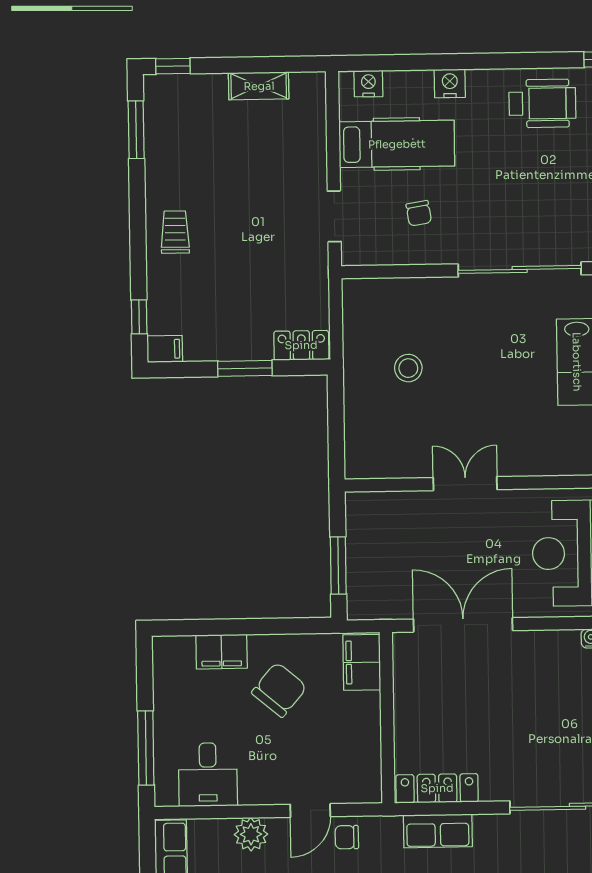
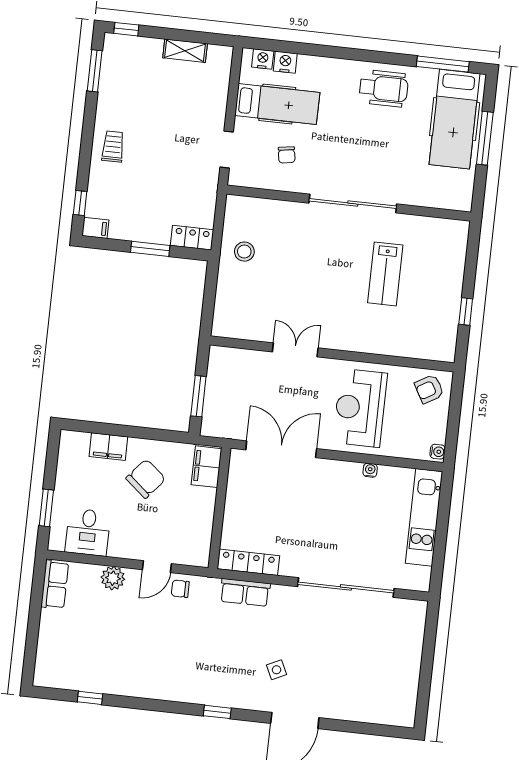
nightstand: (450, 83) -> (285, 62), moved
stool: (408, 368) -> (244, 252), moved
window: (146, 748) -> (46, 508), width x0.69

